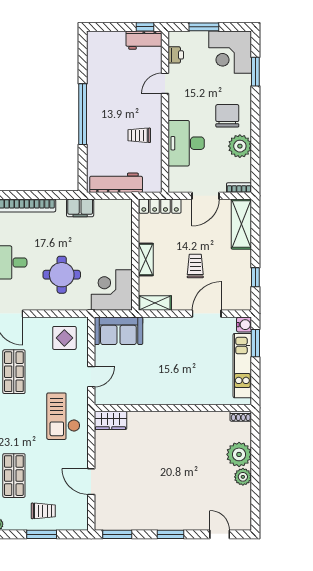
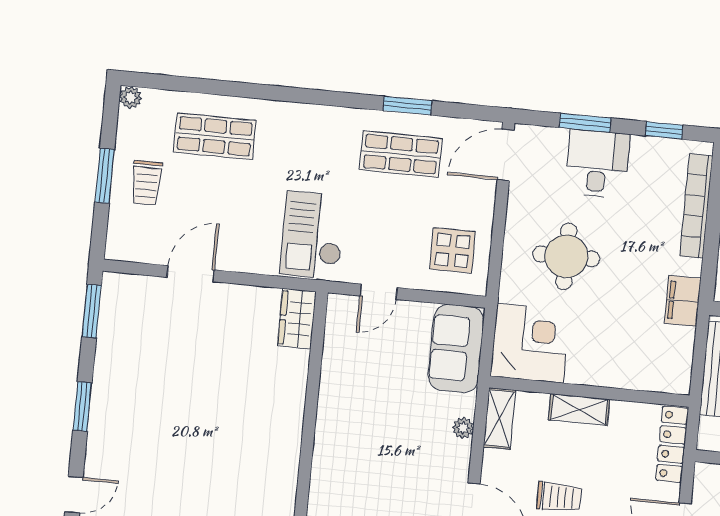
plant: (162, 323) -> (463, 428), added
door: (91, 377) -> (379, 292), hinge flipped
checkout: (63, 416) -> (313, 235), turned -90

